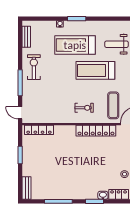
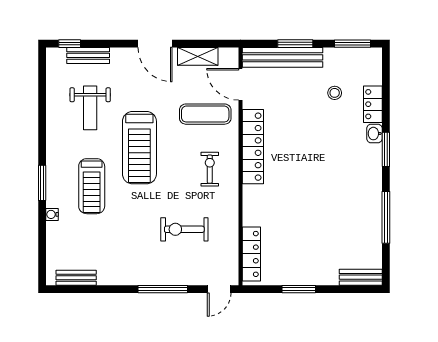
treadmill: (75, 45) -> (92, 186), width x0.73, depth x0.73
exercise bike: (34, 67) -> (184, 229), moved

